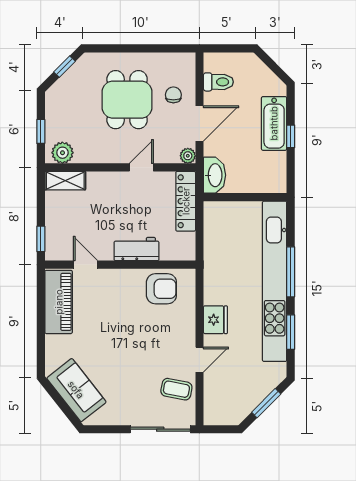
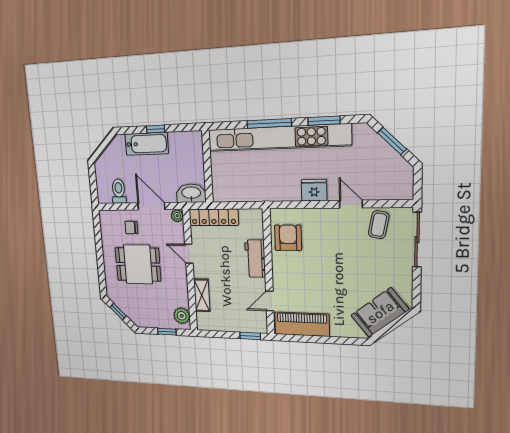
shelving: (65, 181) -> (202, 295), moved

